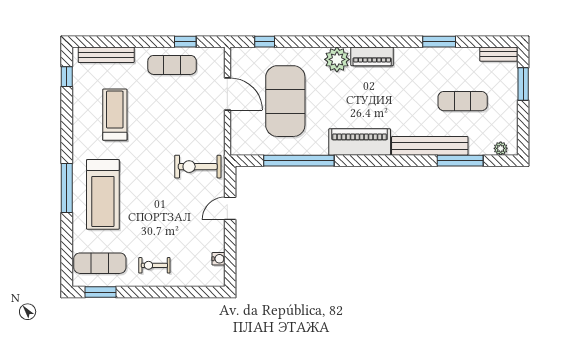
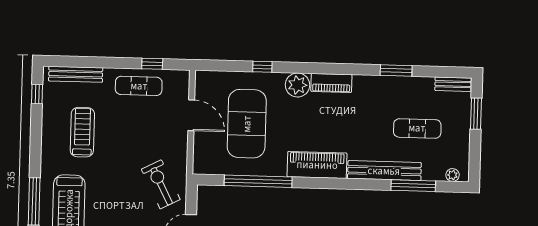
window: (265, 42) -> (262, 67), moved
exercise bike: (198, 167) -> (161, 184), turned 63

